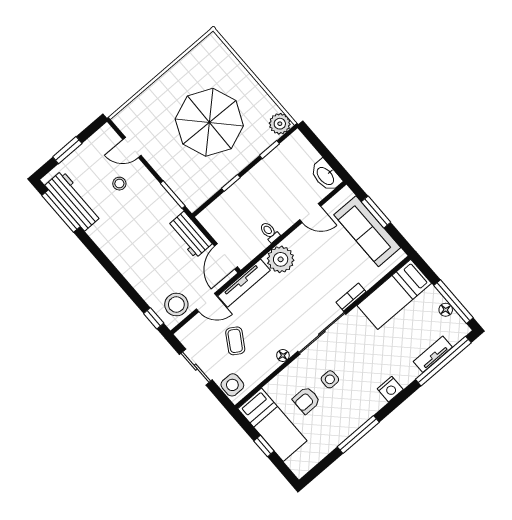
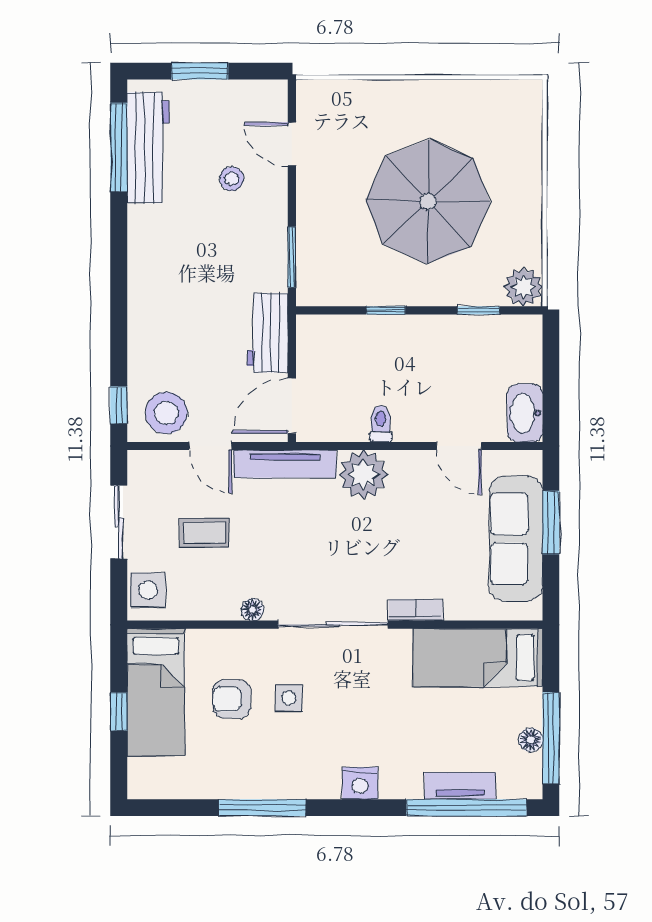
coffee table: (235, 341) -> (204, 533), turned 58

